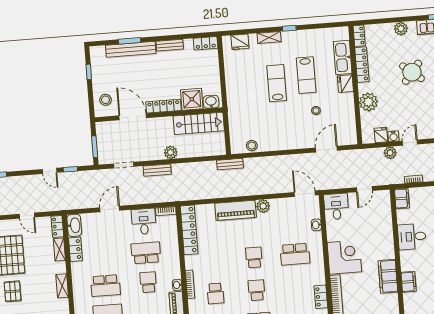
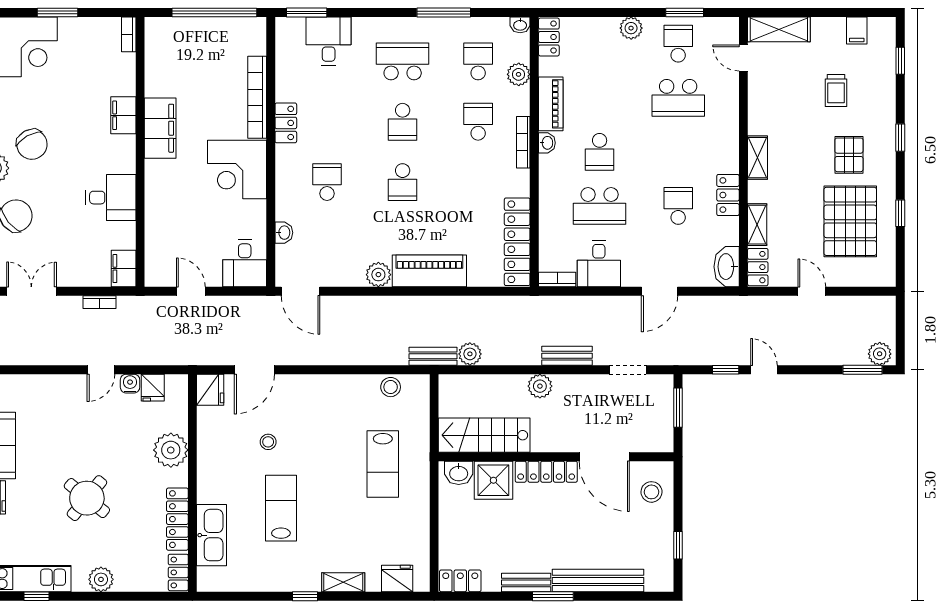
window: (129, 41) -> (553, 596), moved
lab bench: (277, 83) -> (383, 464), moved
fridge: (345, 84) -> (210, 390), moved
plant: (390, 153) -> (470, 354), moved
door: (364, 189) -> (191, 291), hinge flipped
locker: (75, 249) -> (728, 195), moved
school desk: (295, 254) -> (327, 182), width x0.54
school desk: (105, 286) -> (678, 206), moved, width x0.54
locker: (321, 297) -> (286, 123), moved

